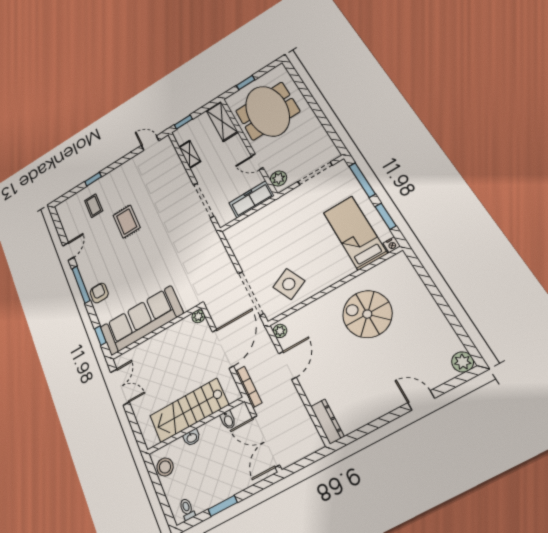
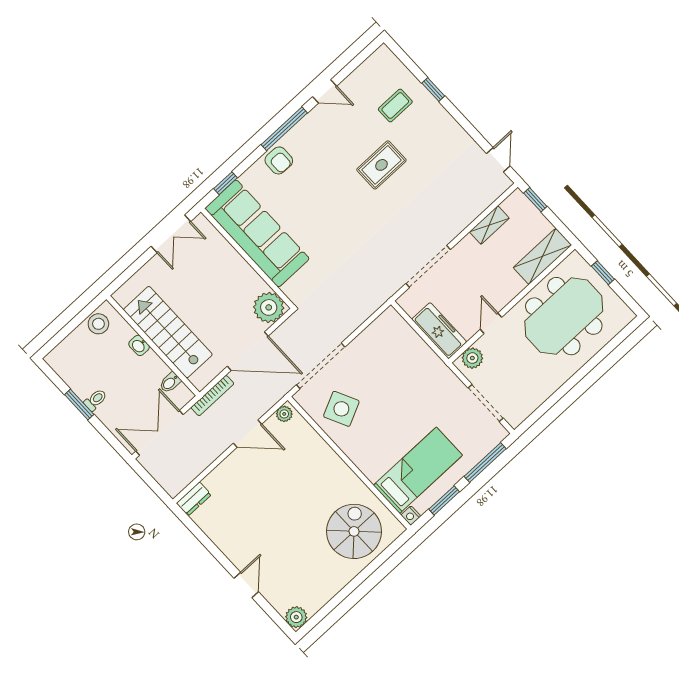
armchair: (99, 293) -> (279, 160), turned 91
spiral stairs: (367, 314) -> (354, 531), moved
plant: (198, 316) -> (269, 307), width x1.88, depth x1.88
dresser: (327, 421) -> (194, 499), width x0.70
toilet: (187, 509) -> (95, 400), moved

